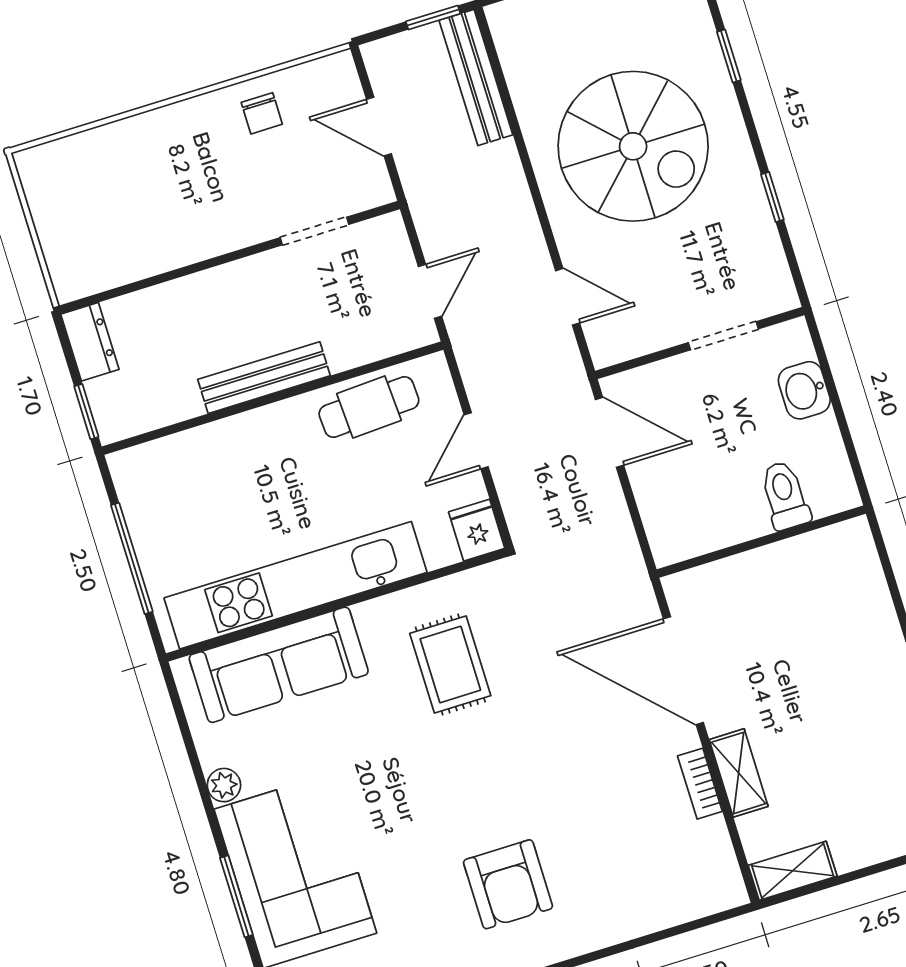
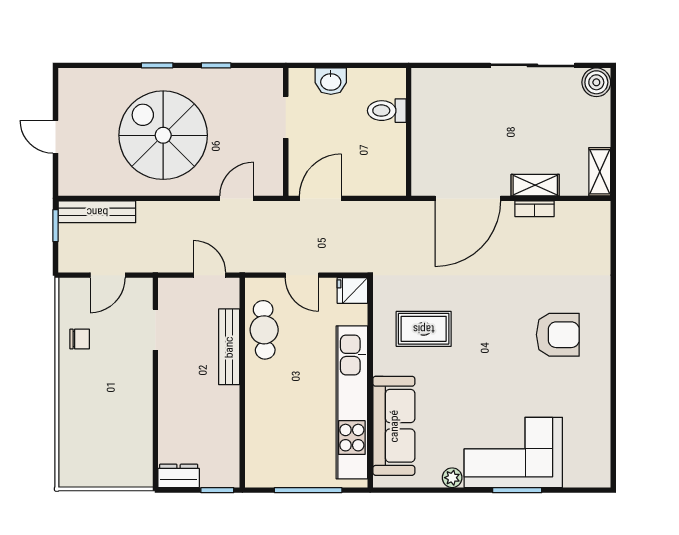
window: (729, 56) -> (157, 65), moved
spiral stairs: (633, 146) -> (163, 135), turned -90
bench: (264, 378) -> (229, 347), moved

